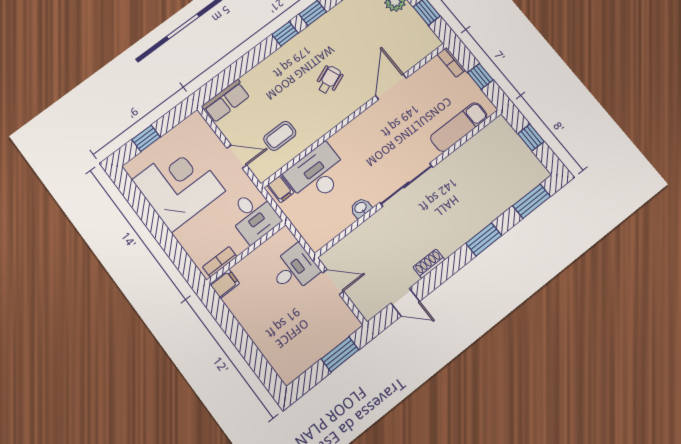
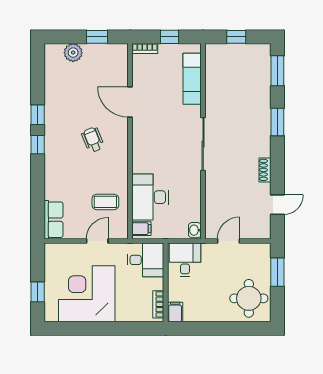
coffee table: (280, 136) -> (105, 202), turned 90
washbasin: (361, 208) -> (195, 230), moved
desk: (294, 269) -> (185, 260), moved
round table: (293, 346) -> (249, 298), added

